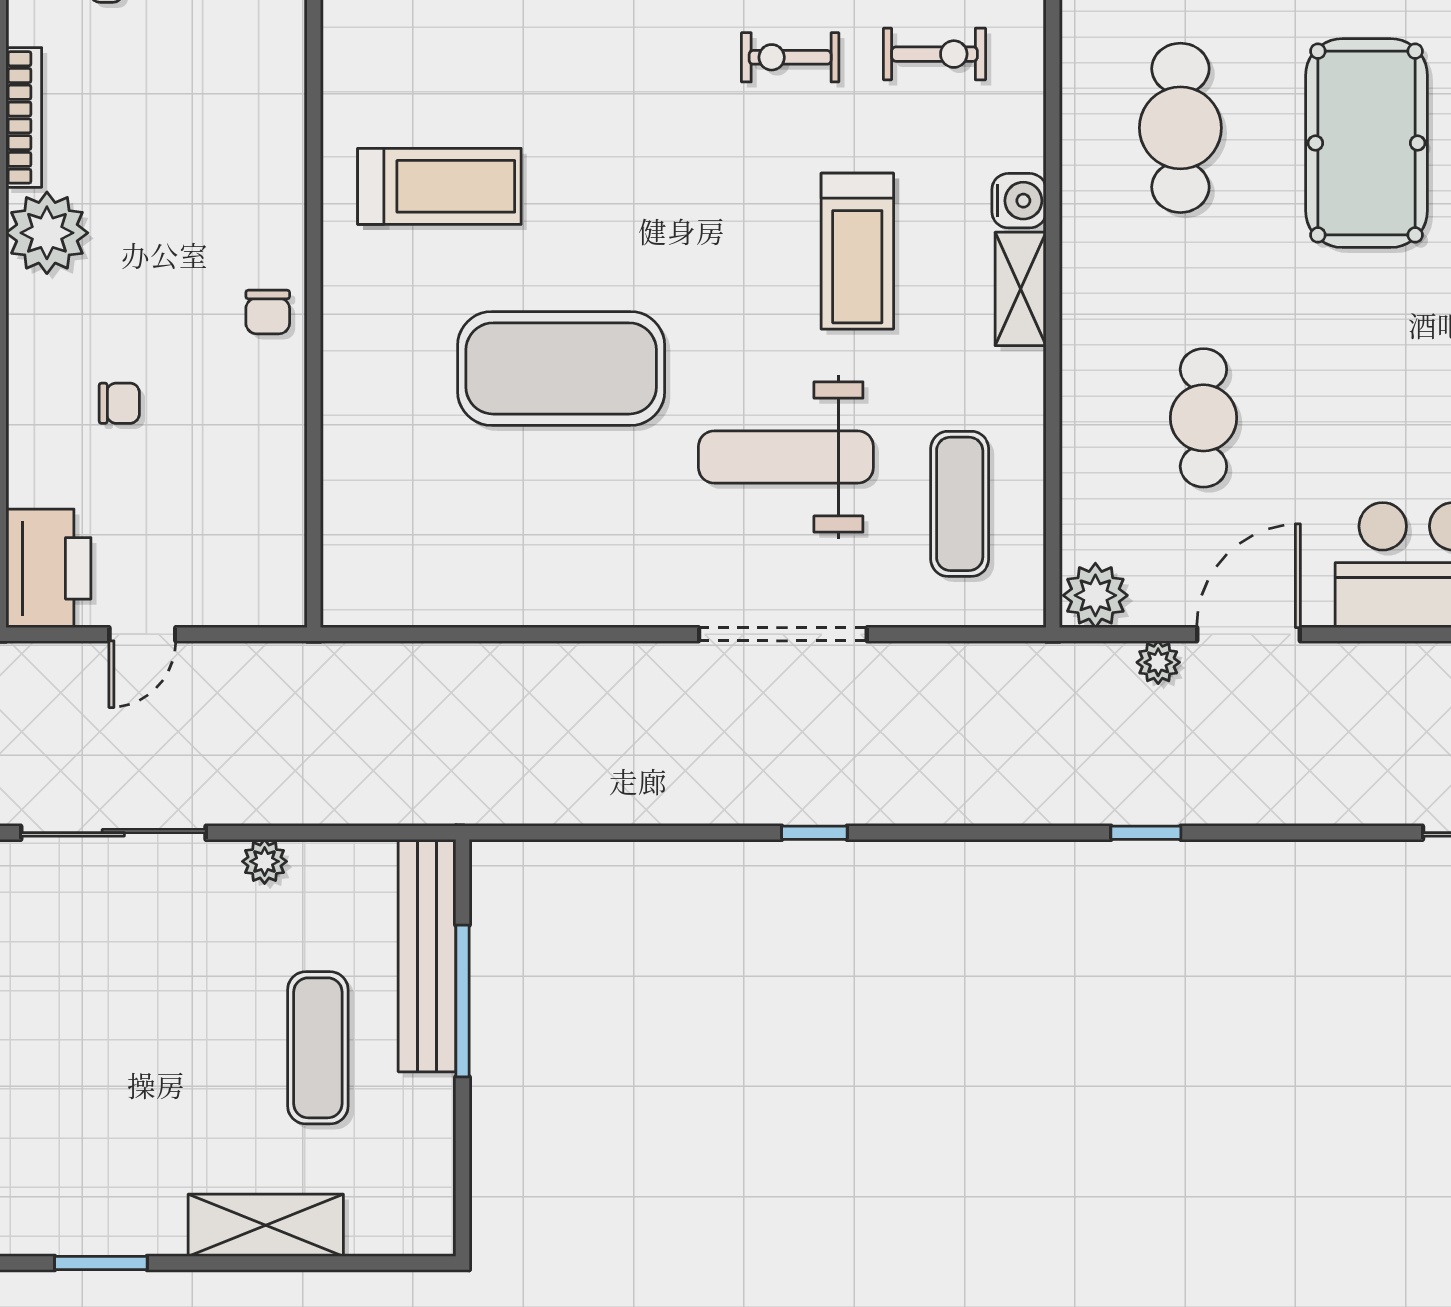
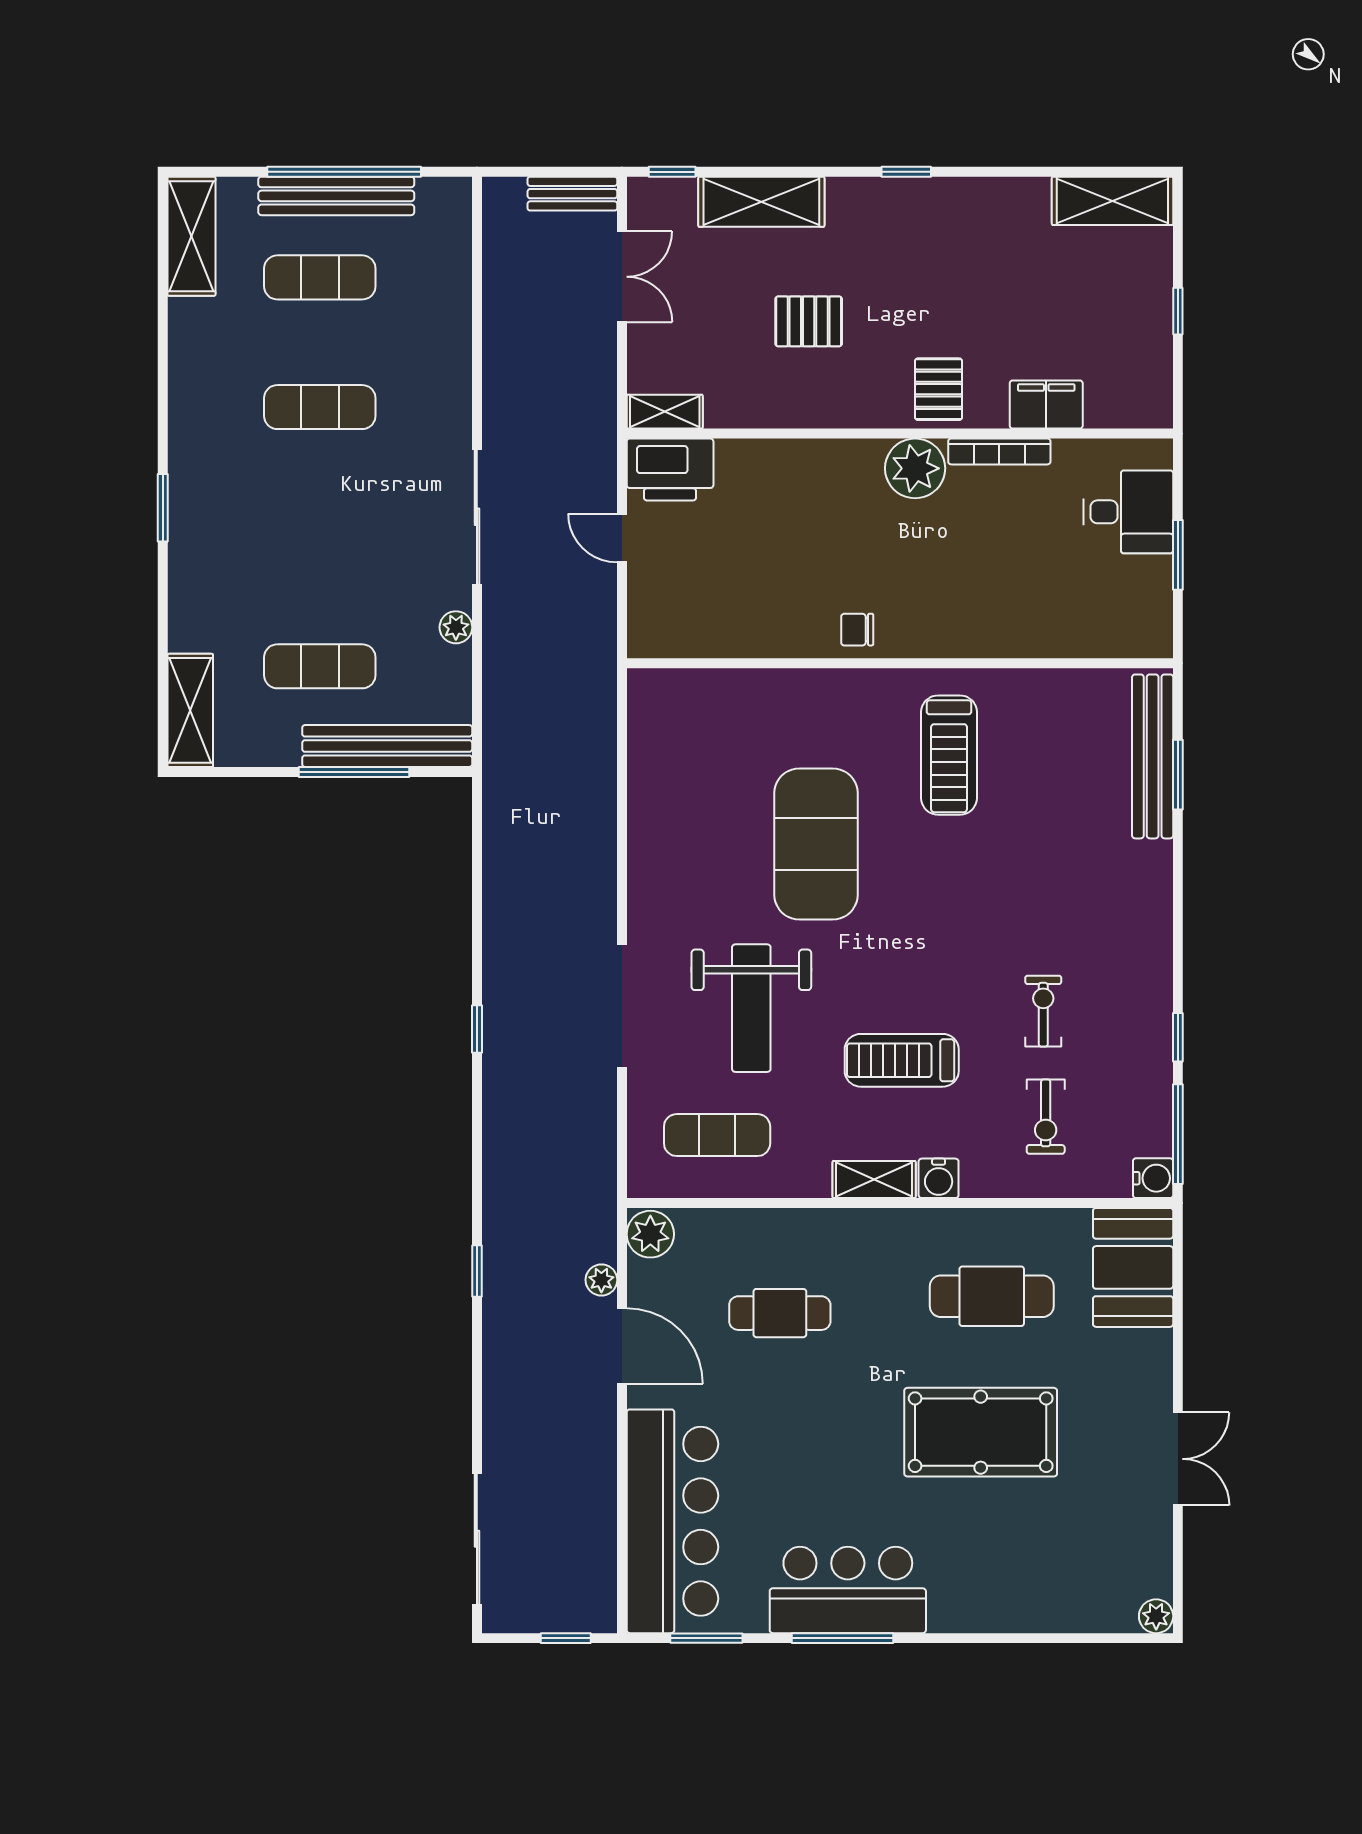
chair: (119, 403) -> (791, 521), removed
weight bench: (786, 457) -> (751, 1008), turned 180
shelving: (266, 1225) -> (190, 710), moved

